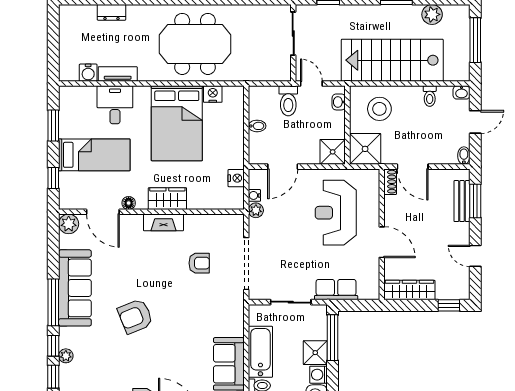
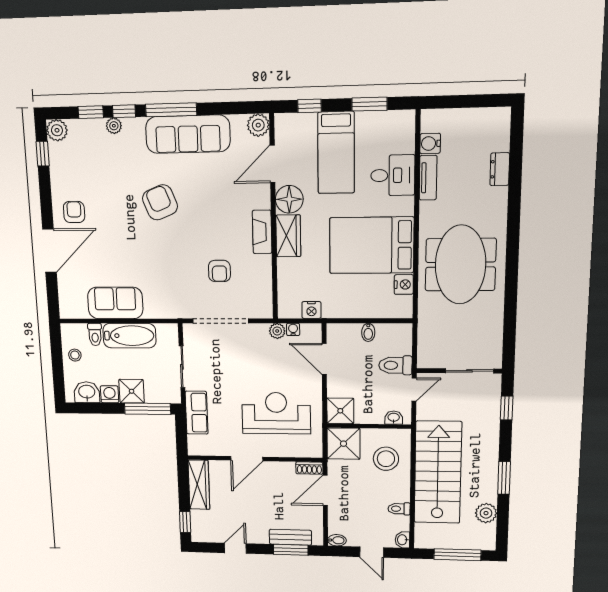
floor lamp: (129, 203) -> (289, 199), width x1.89, depth x1.89

